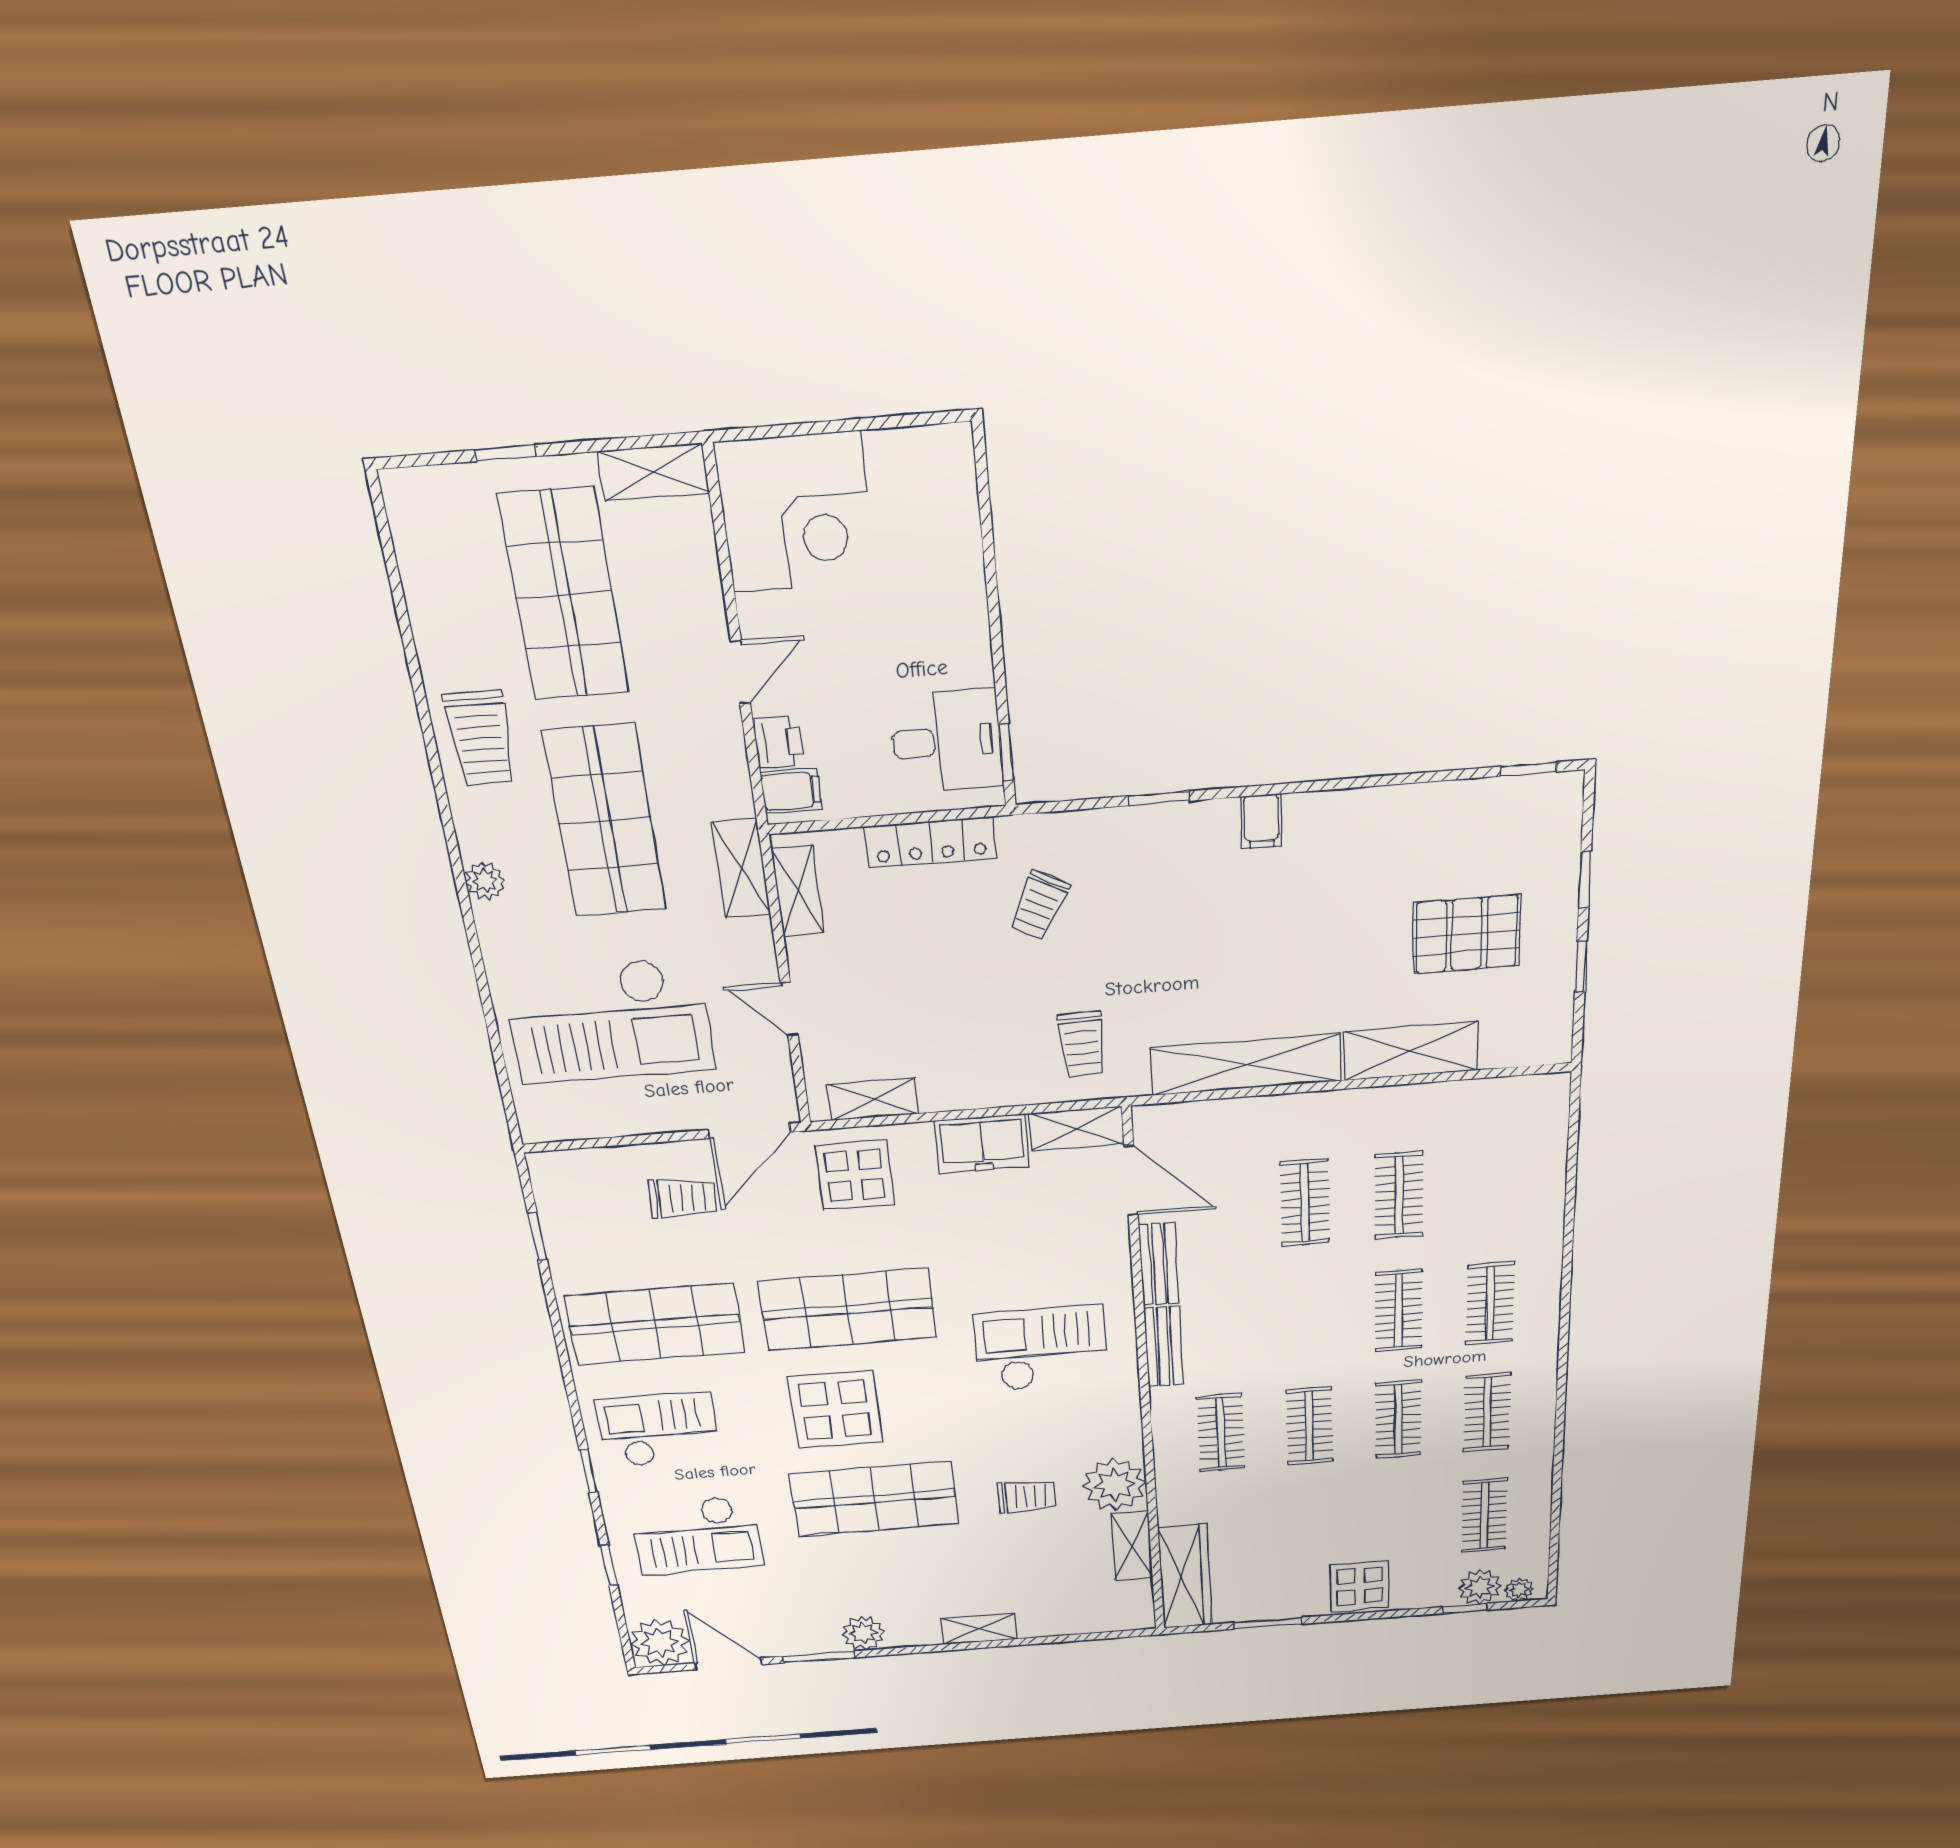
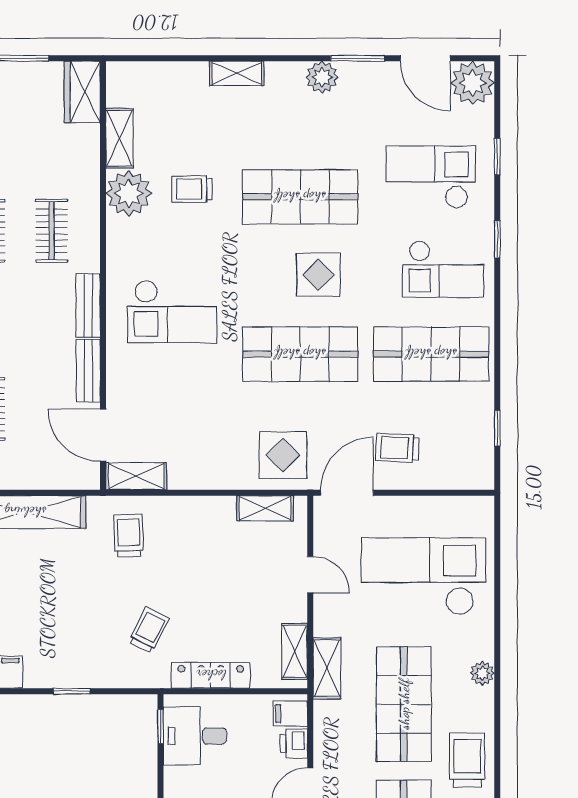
freezer: (982, 1144) -> (198, 471), removed
display table: (835, 1410) -> (318, 275), width x0.73, depth x0.73
wardrobe: (1185, 1576) -> (82, 92), width x0.67

